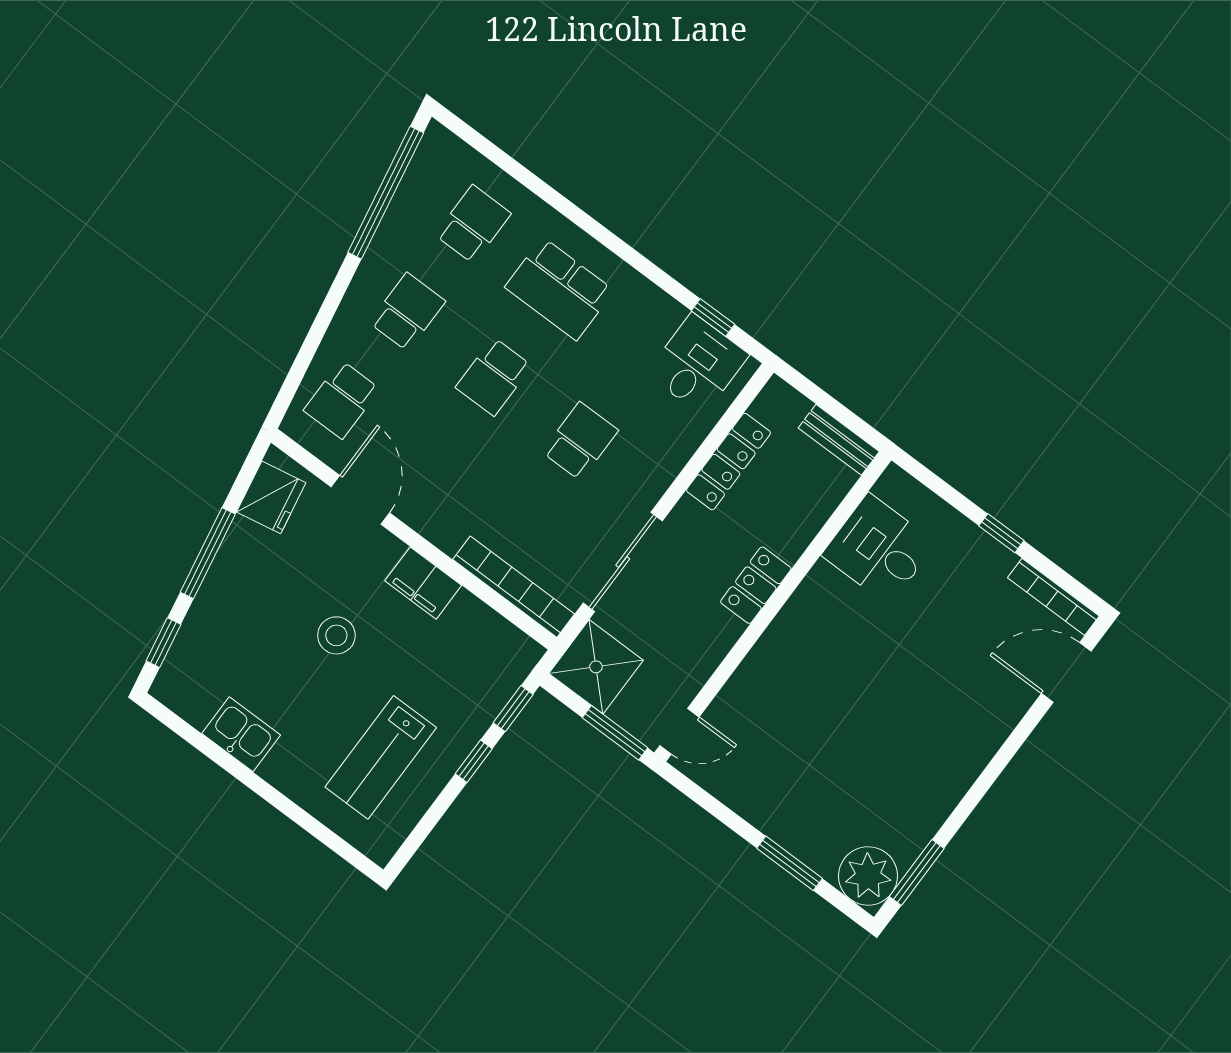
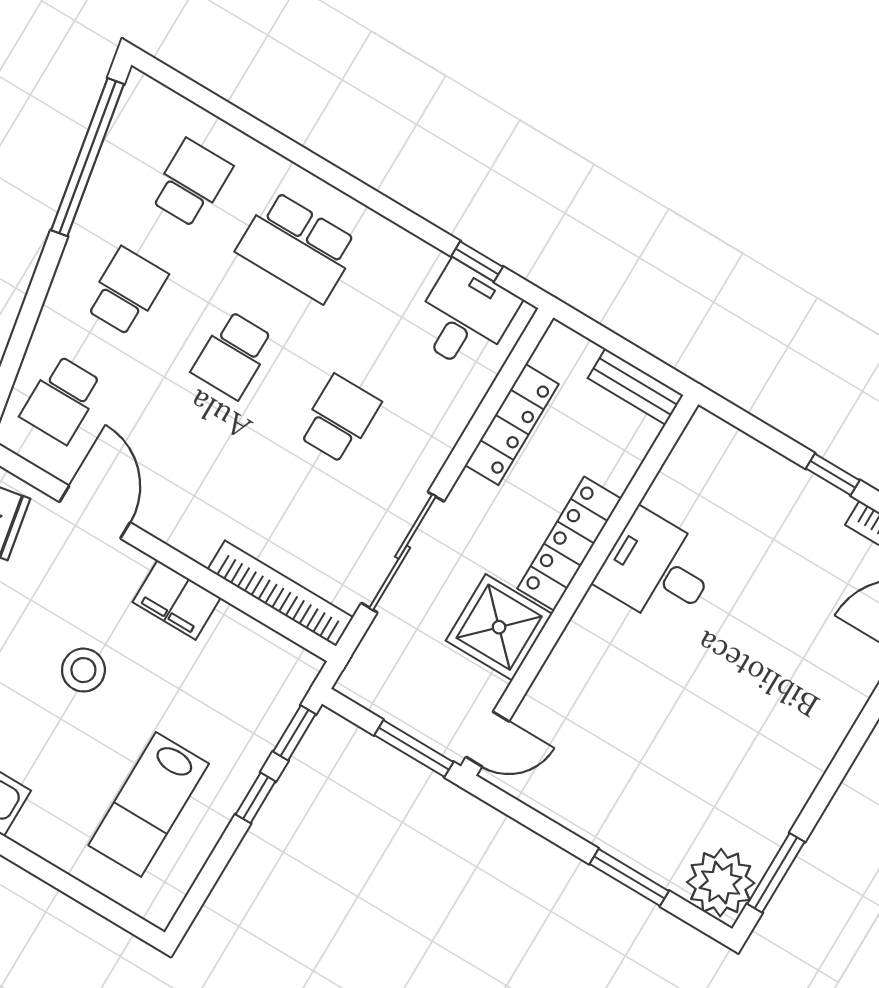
desk: (879, 549) -> (657, 569), moved
locker: (756, 585) -> (569, 544), width x1.53
shower: (596, 667) -> (499, 627), moved

